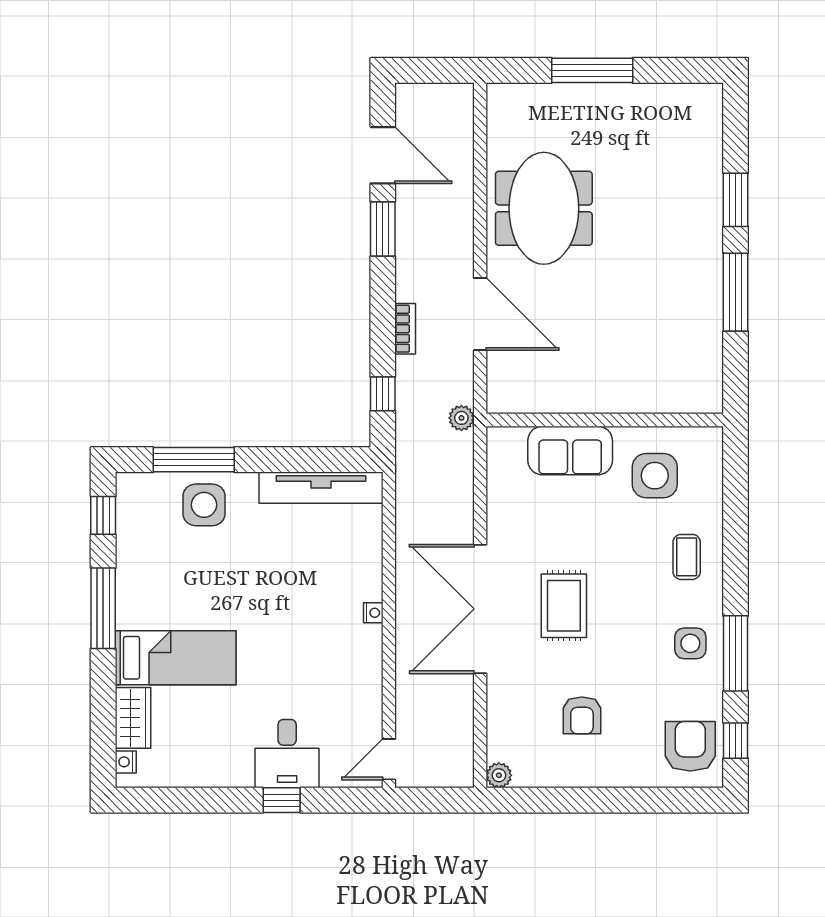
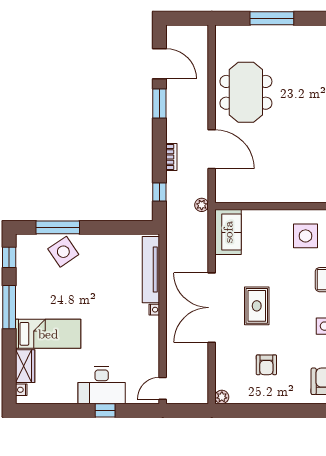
sofa: (570, 451) -> (228, 232), moved, turned -90
tv unit: (321, 488) -> (151, 270), moved, turned 90
side table: (204, 505) -> (63, 252), turned -34
desk: (287, 754) -> (102, 385), width x1.37

